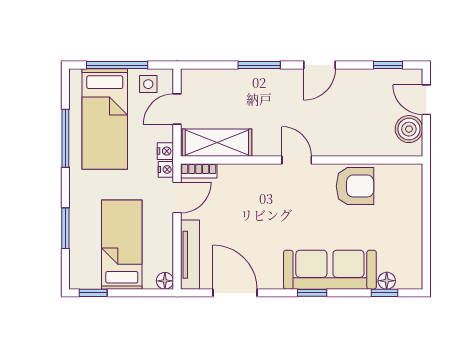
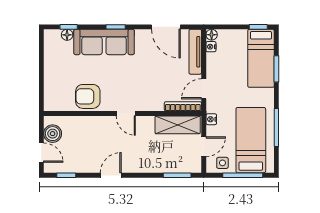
window: (259, 65) -> (177, 175), moved
nightstand: (166, 169) -> (211, 47), moved
bookcase: (199, 171) -> (183, 106), width x1.56
bed: (122, 245) -> (261, 58), moved

